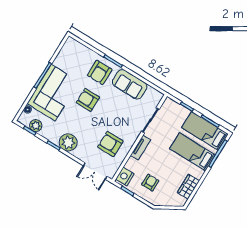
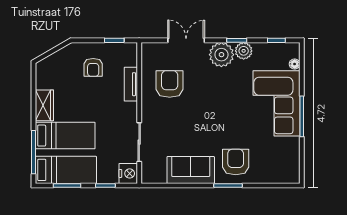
armchair: (88, 100) -> (229, 120), removed
plant: (36, 126) -> (244, 51), moved
armchair: (110, 144) -> (170, 84), turned -90
tv unit: (141, 148) -> (131, 84), moved
double door: (95, 171) -> (186, 40), moved
nightstand: (125, 177) -> (128, 173), moved
wardrobe: (188, 187) -> (44, 105), moved

